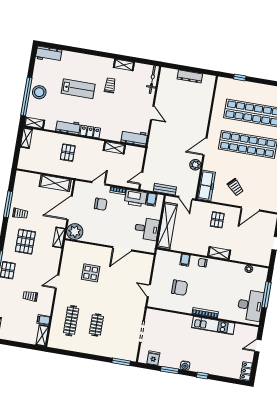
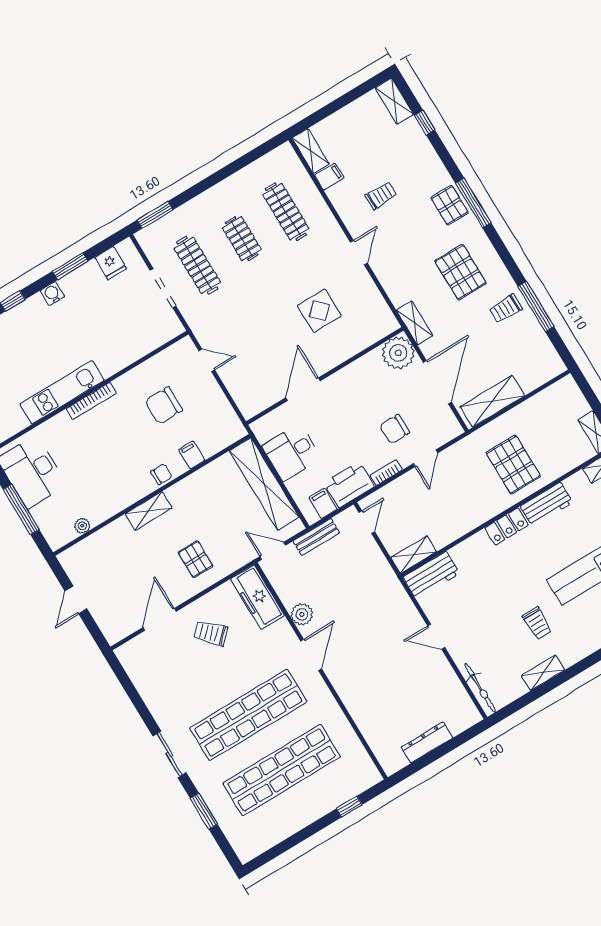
shelving: (114, 148) -> (414, 555), moved
pallet: (68, 153) -> (513, 465), width x1.50, depth x1.42
clothes rail: (122, 329) -> (197, 265), added

